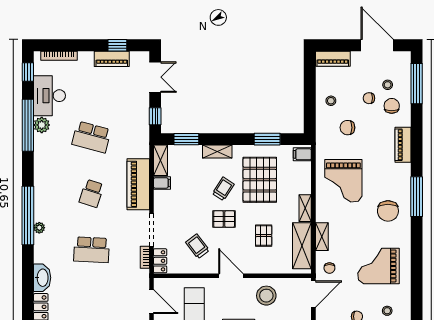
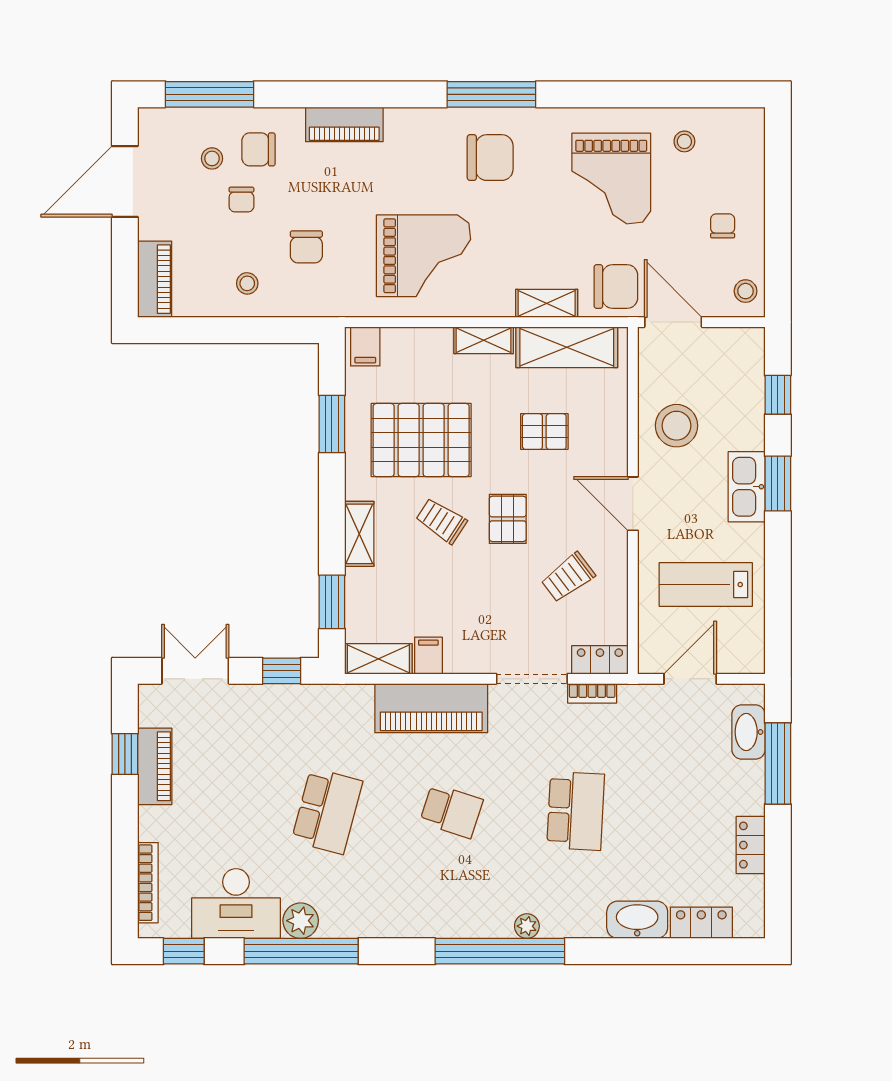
window: (417, 197) -> (491, 94), moved
chair: (329, 268) -> (616, 287), width x1.87, depth x1.87
door: (231, 276) -> (633, 504), hinge flipped
stool: (387, 311) -> (684, 141), moved

